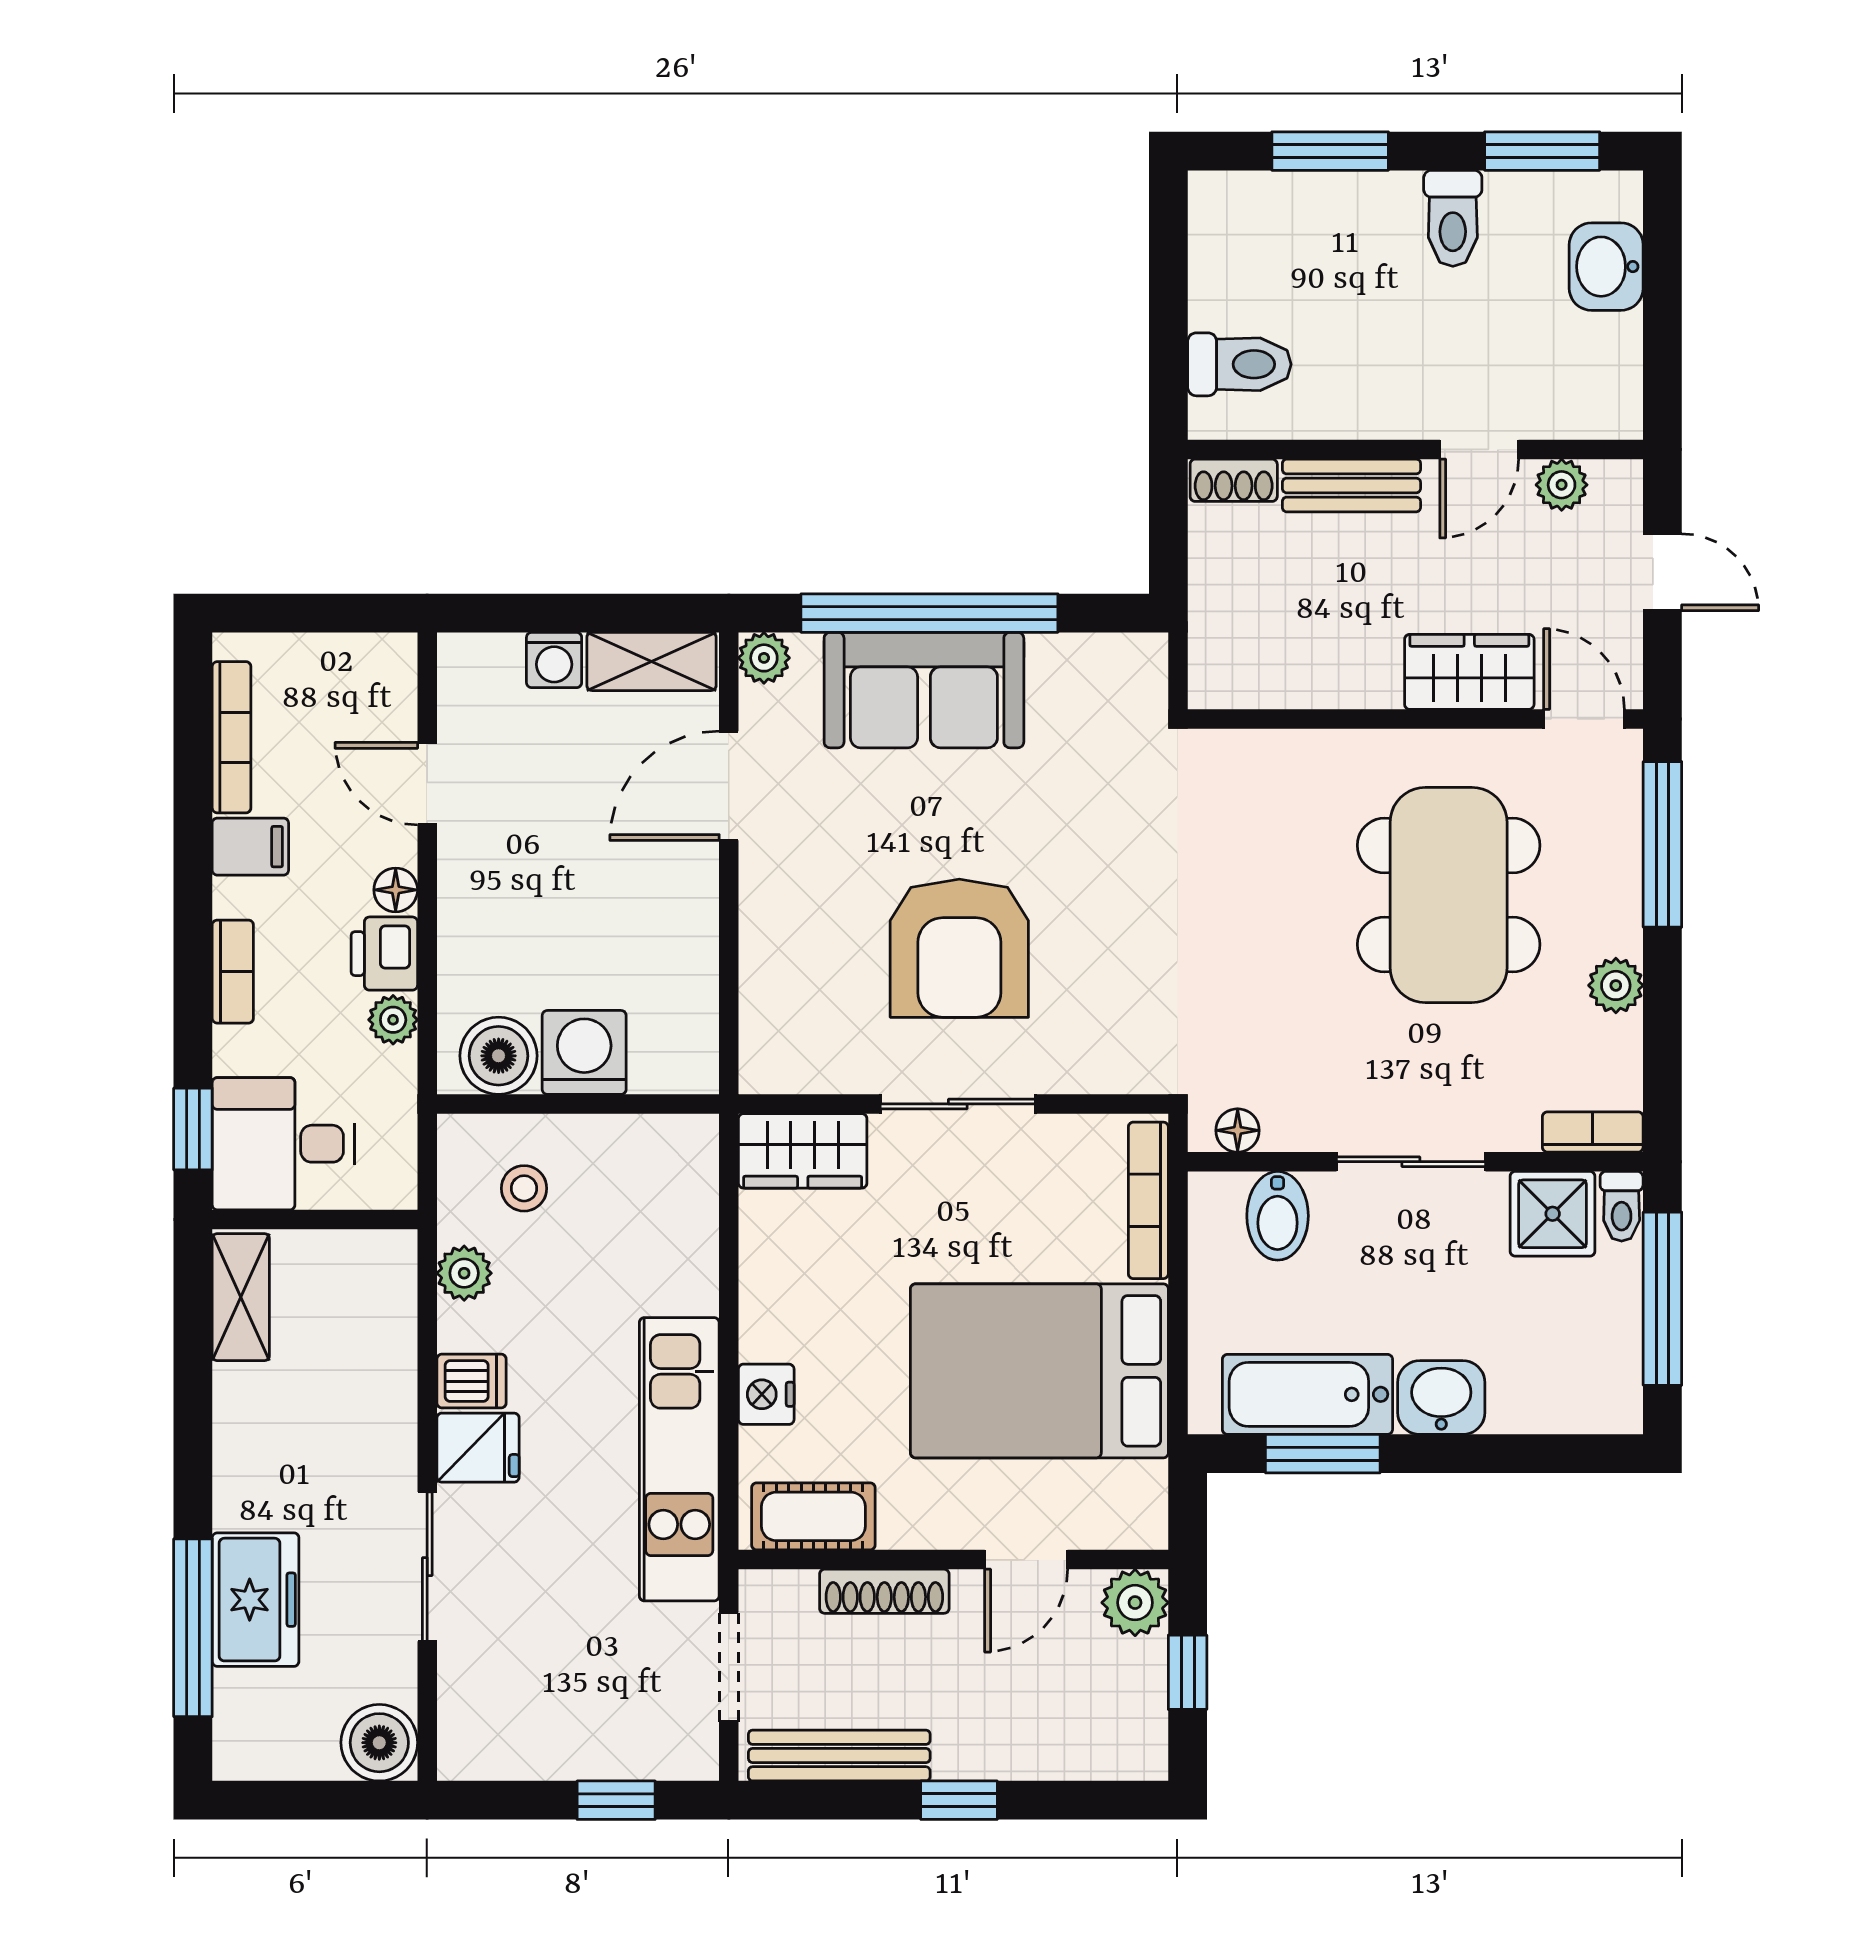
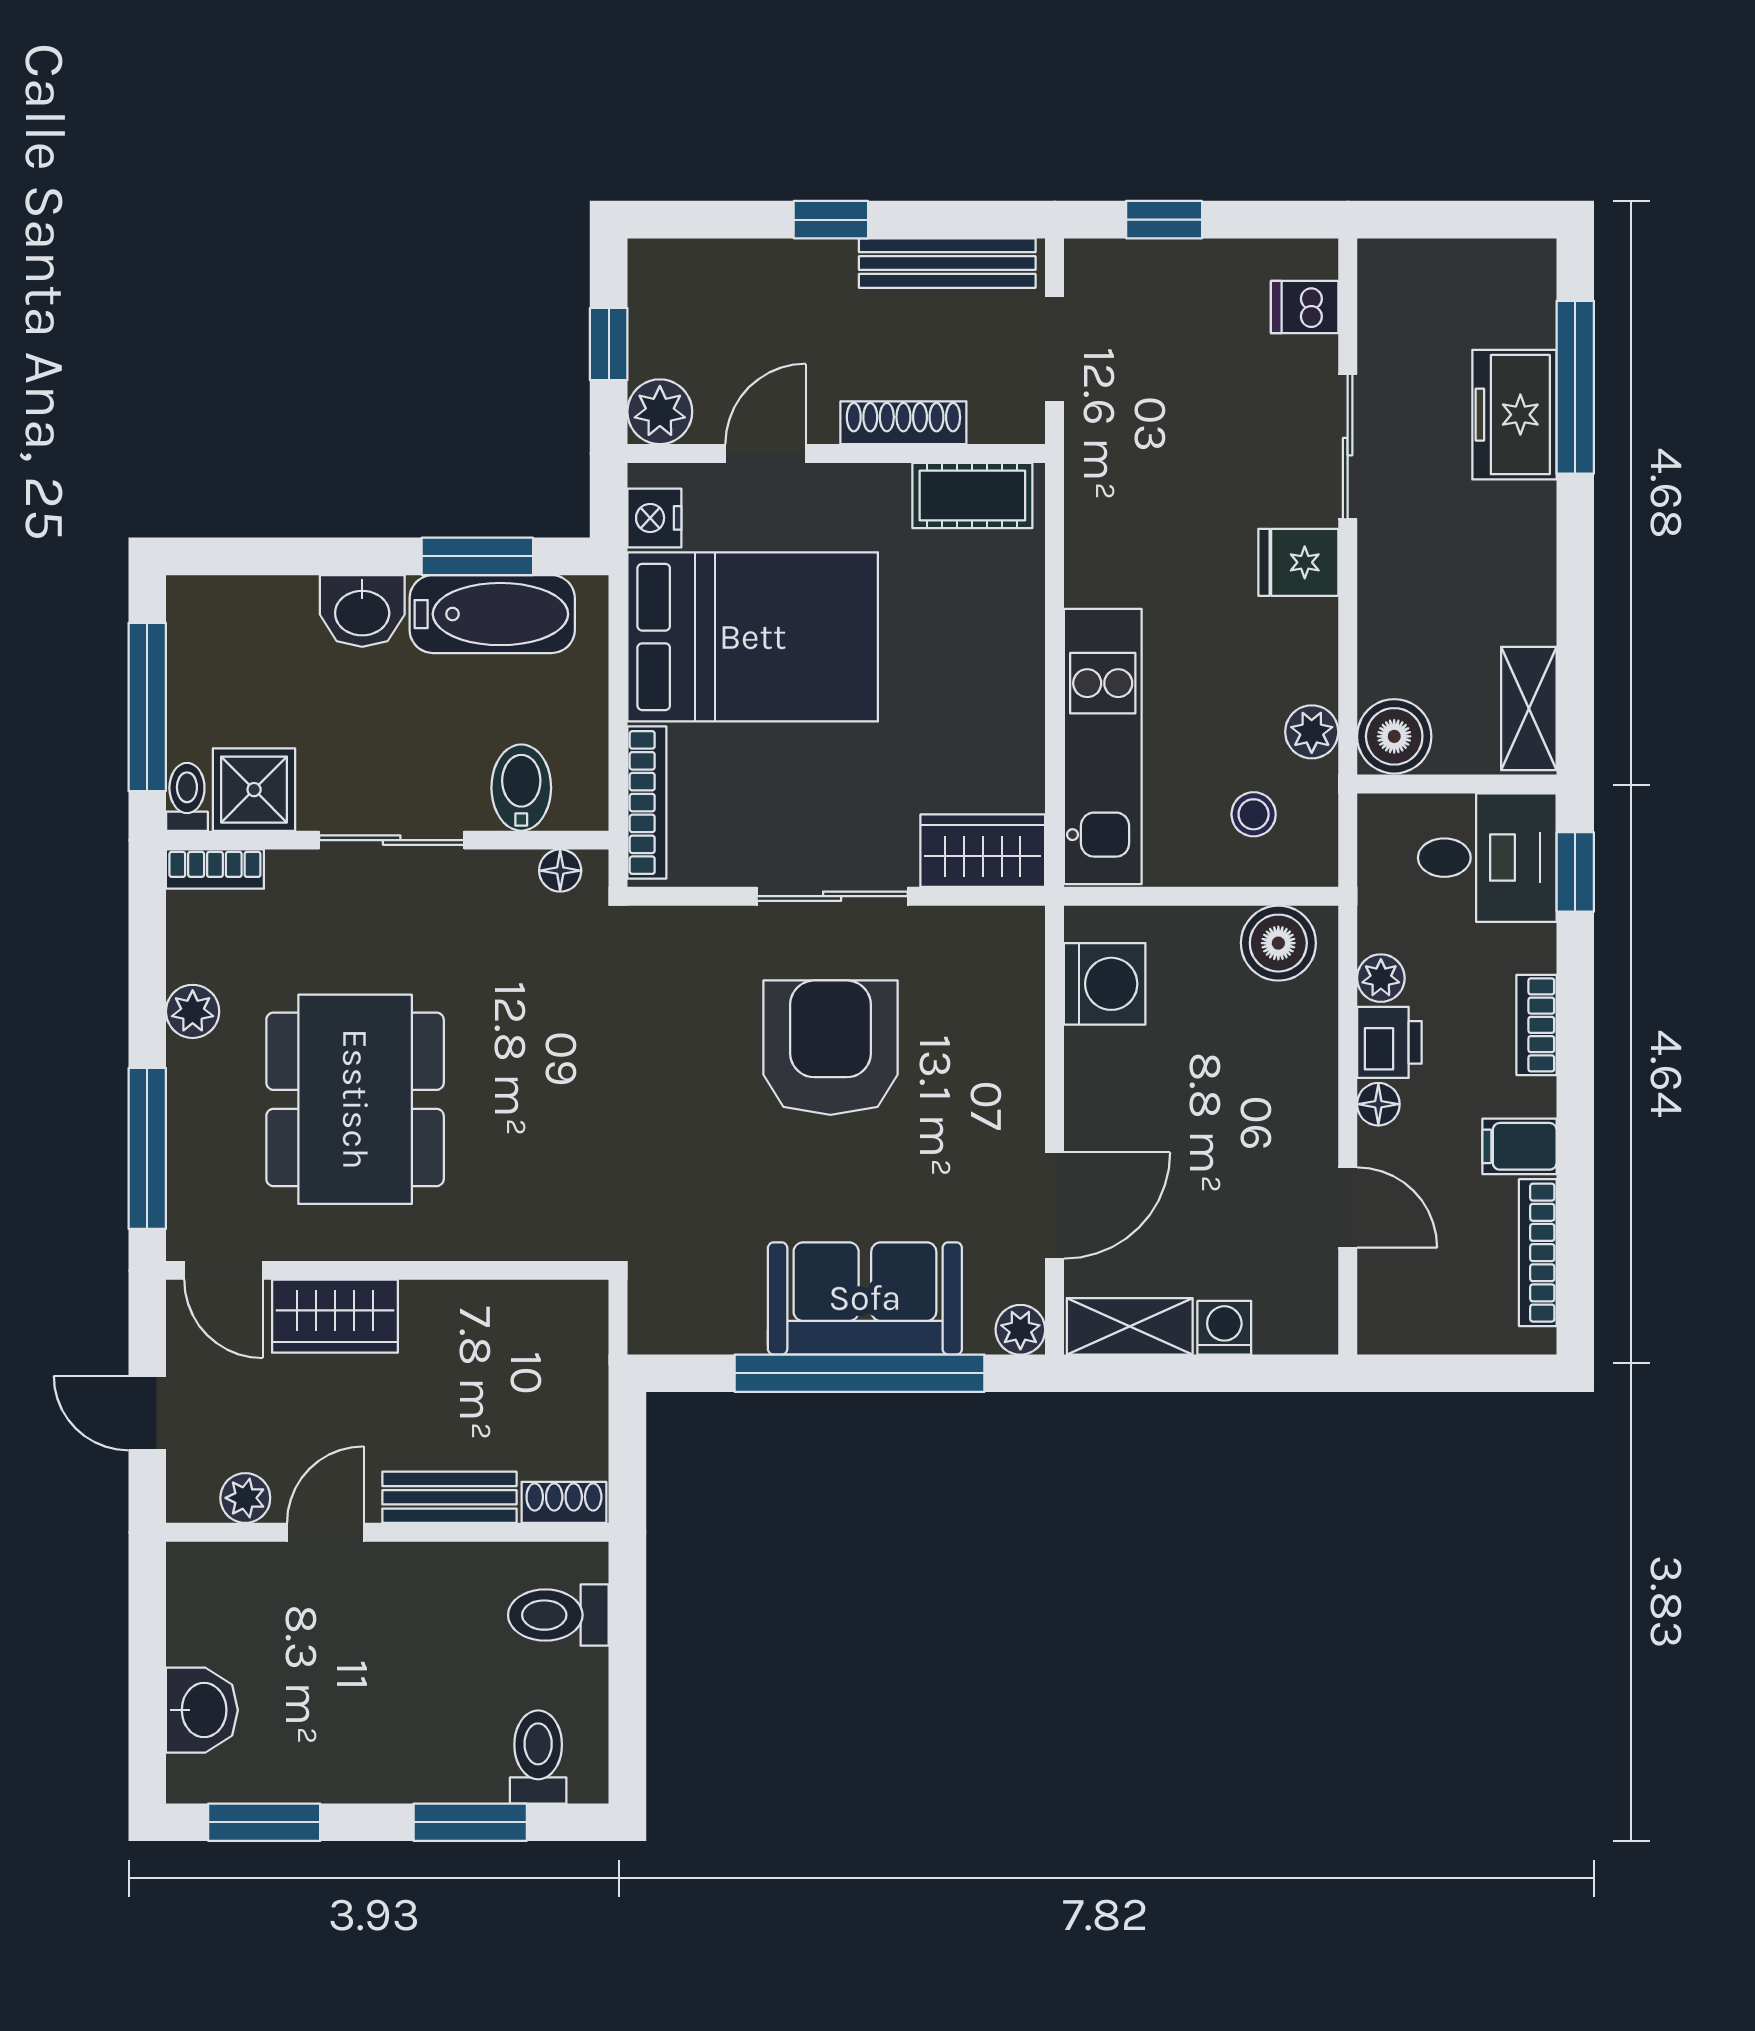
toilet: (1453, 218) -> (538, 1757), moved
washing machine: (584, 1052) -> (1105, 984), moved, turned -90
dishwasher: (471, 1381) -> (1305, 307), moved
nightstand: (766, 1394) -> (654, 518), moved, turned 180
kitchen unit: (679, 1459) -> (1103, 746), moved
boiler: (379, 1743) -> (1394, 736), moved

